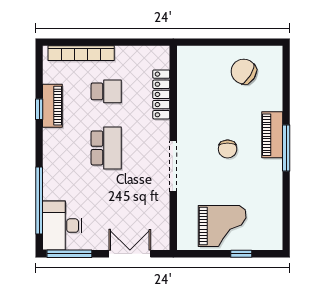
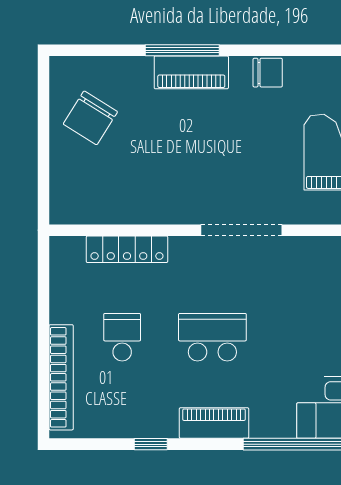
piano: (52, 106) -> (214, 423), moved
window: (286, 148) -> (182, 50), moved
chair: (228, 149) -> (268, 73), moved

